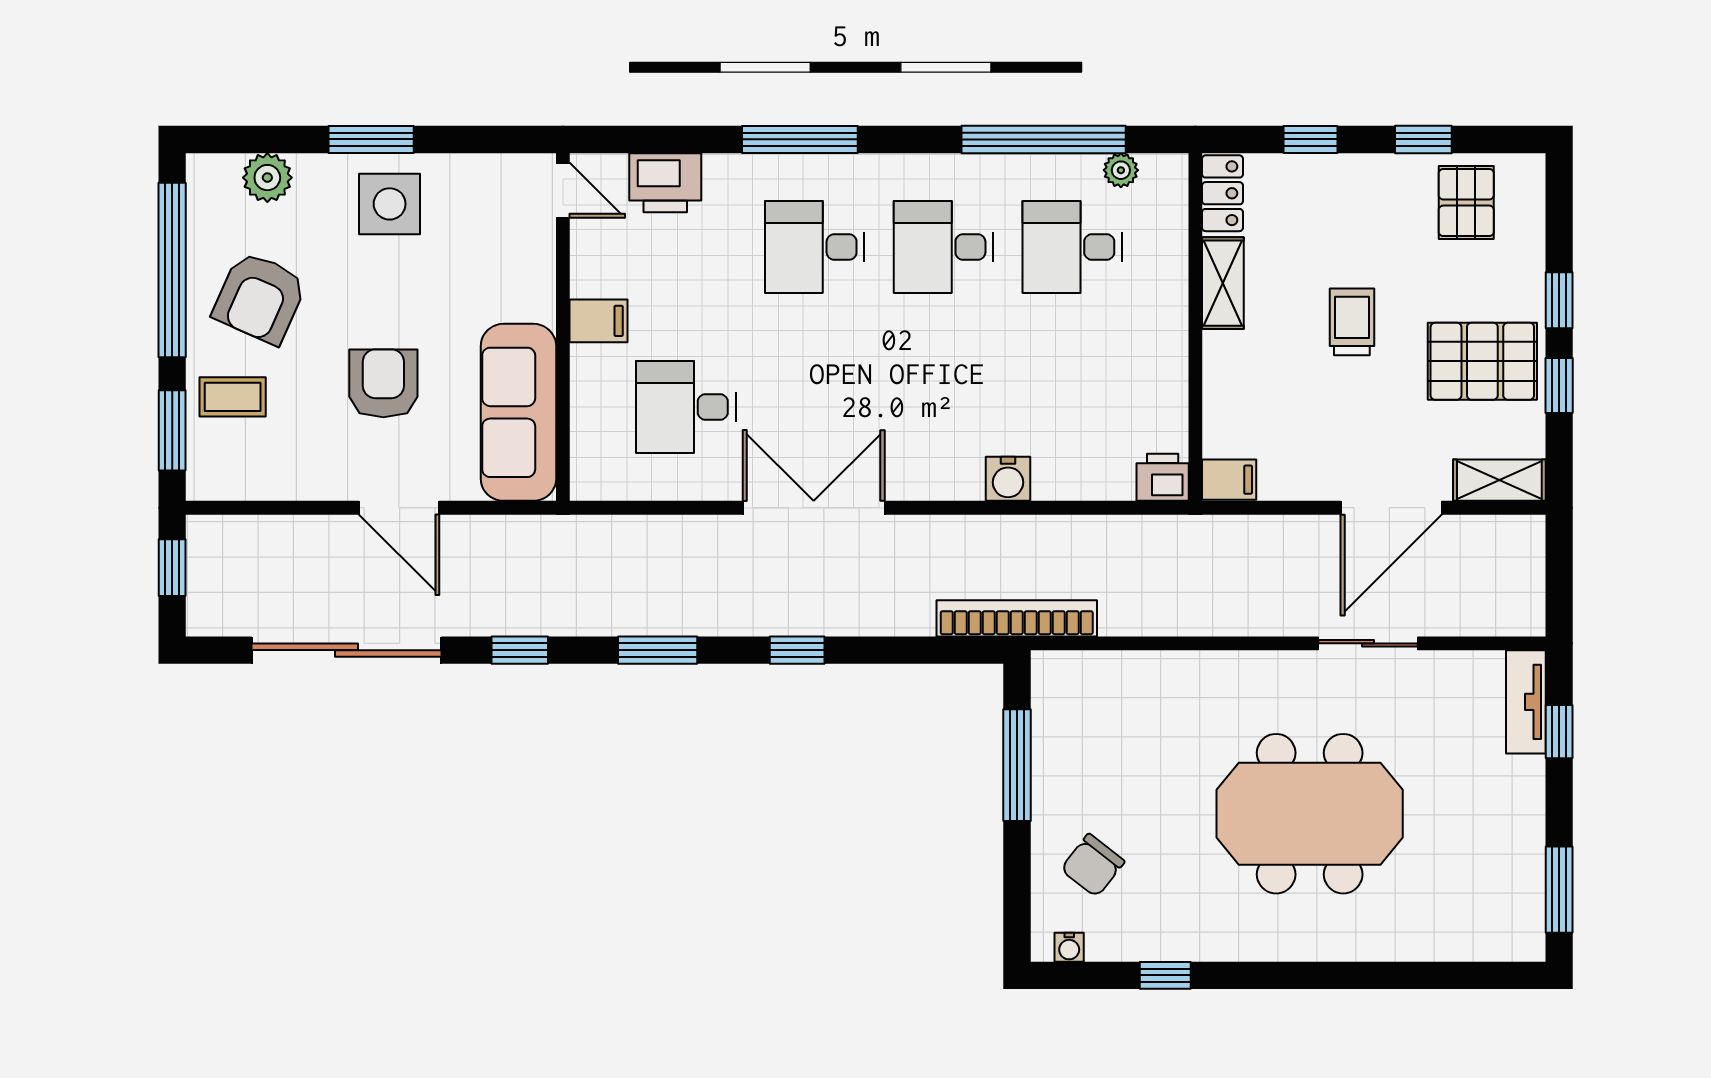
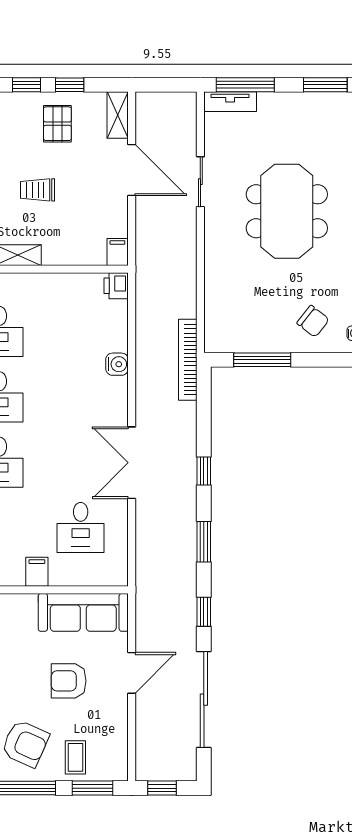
pallet: (1482, 361) -> (57, 124), width x0.67, depth x0.71
window: (1559, 732) -> (245, 85), width x2.17

